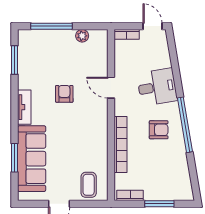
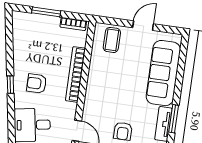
window: (185, 125) -> (10, 85), width x0.32
window: (15, 158) -> (174, 119), moved

